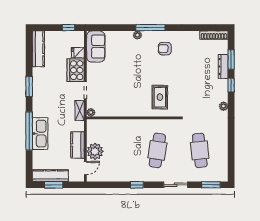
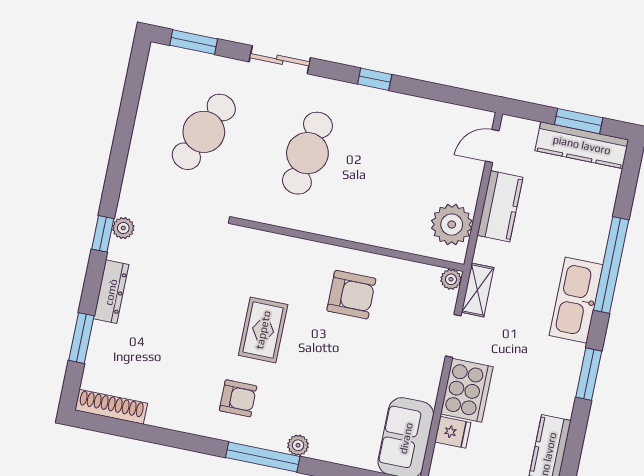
dresser: (223, 67) -> (111, 292), moved
window: (231, 85) -> (103, 234), moved
rug: (160, 97) -> (263, 330), moved
armchair: (129, 98) -> (351, 295), added
kitchen sink: (40, 134) -> (576, 300), moved
cafe table: (200, 150) -> (204, 132), turned 30
plant: (95, 151) -> (452, 225), moved

